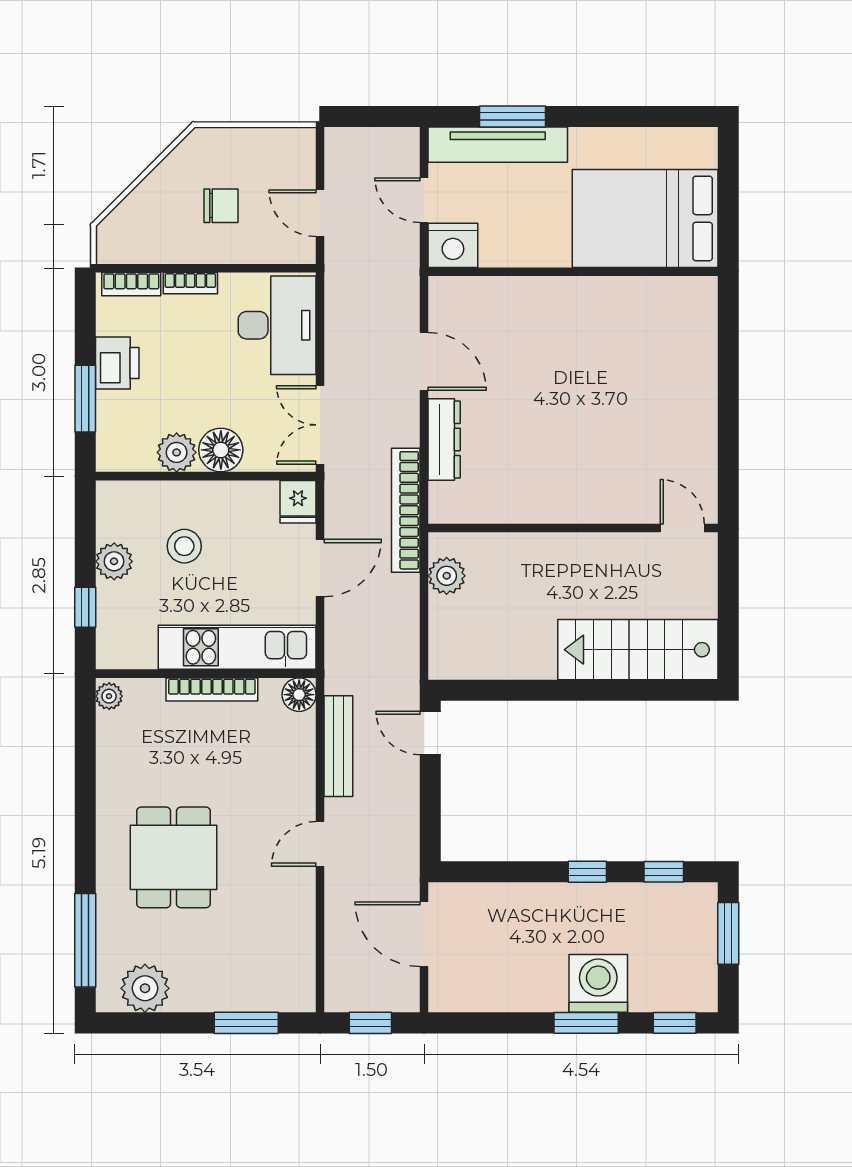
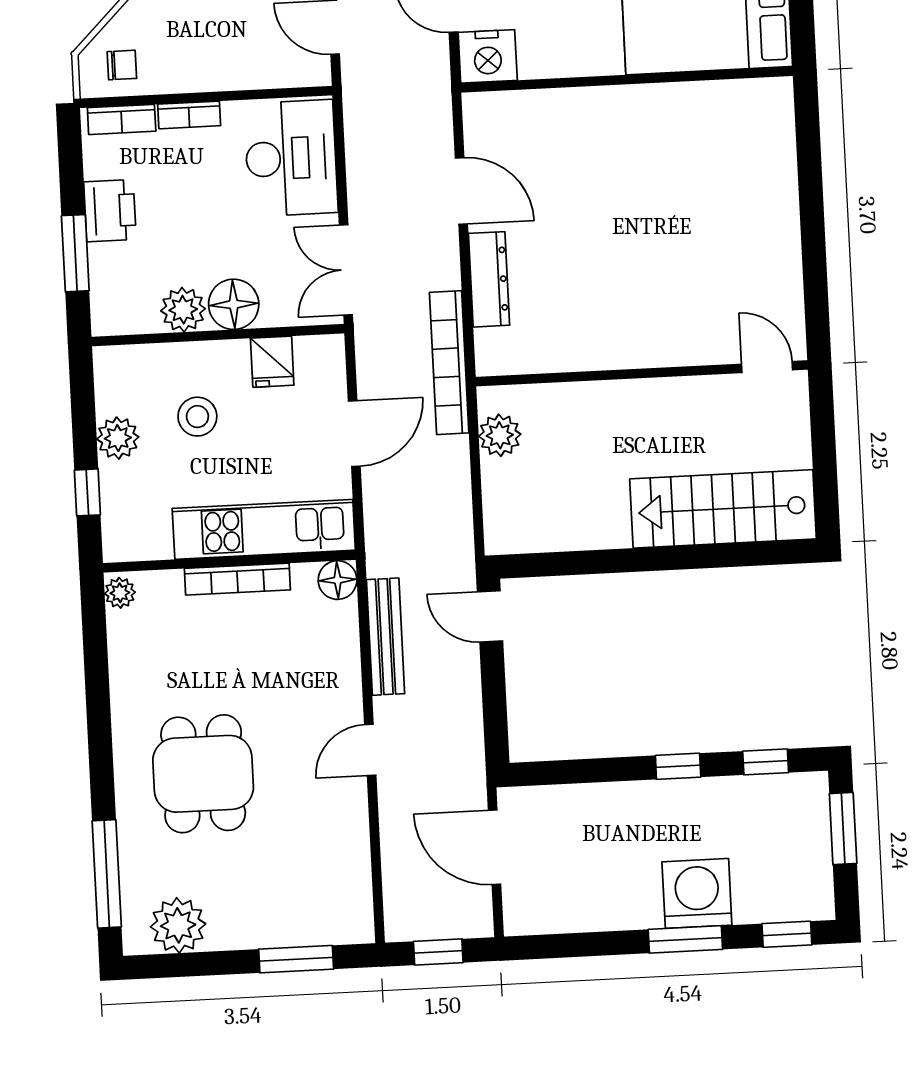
chair: (221, 206) -> (122, 65), moved, width x0.73, depth x0.73
fridge: (298, 502) -> (272, 362), moved

